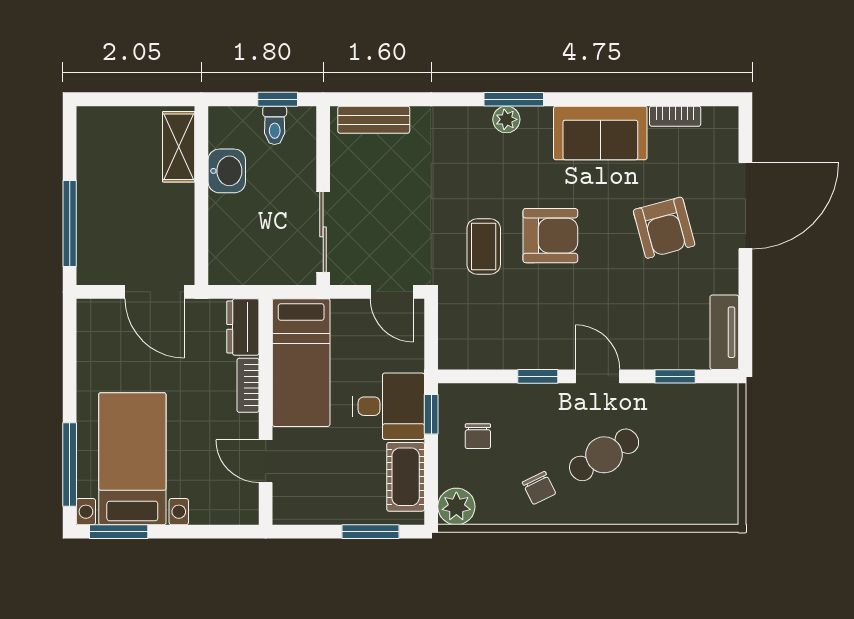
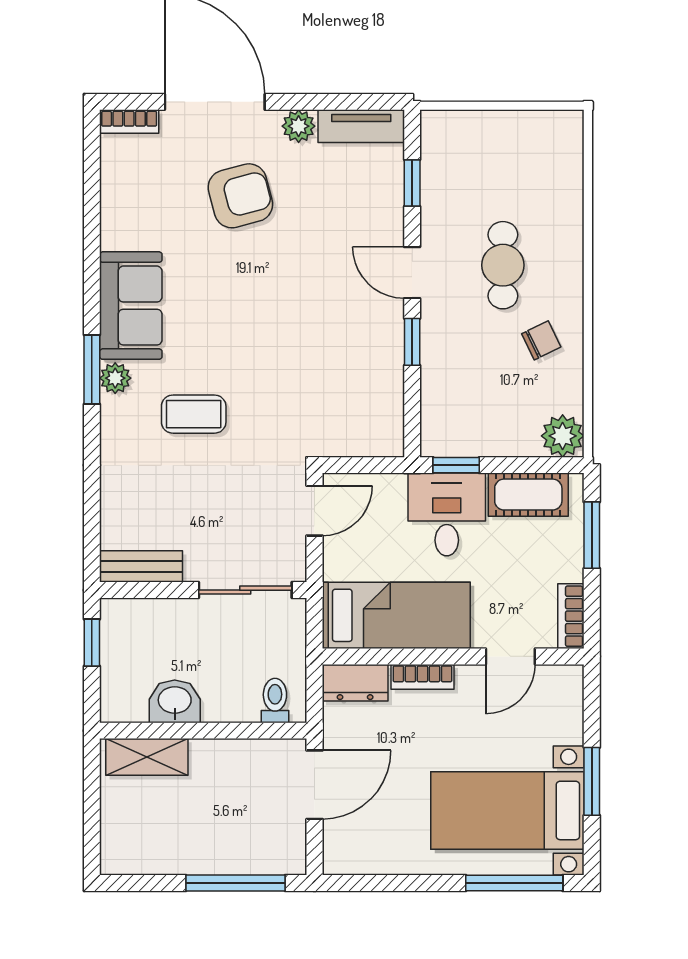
bookcase: (675, 116) -> (129, 121), moved, turned 90
bench: (374, 120) -> (141, 566), moved, turned 90
toilet: (275, 125) -> (275, 701), moved, turned -90
sofa: (600, 133) -> (131, 306), moved
armchair: (550, 236) -> (249, 327), removed
coffee table: (484, 246) -> (194, 414), moved
plant: (724, 278) -> (299, 126), added
door: (598, 376) -> (412, 273), hinge flipped
chair: (478, 436) -> (481, 411), removed
cafe table: (604, 455) -> (503, 265), turned 31
bookcase: (300, 514) -> (571, 616), added
window: (119, 532) -> (592, 781), moved

